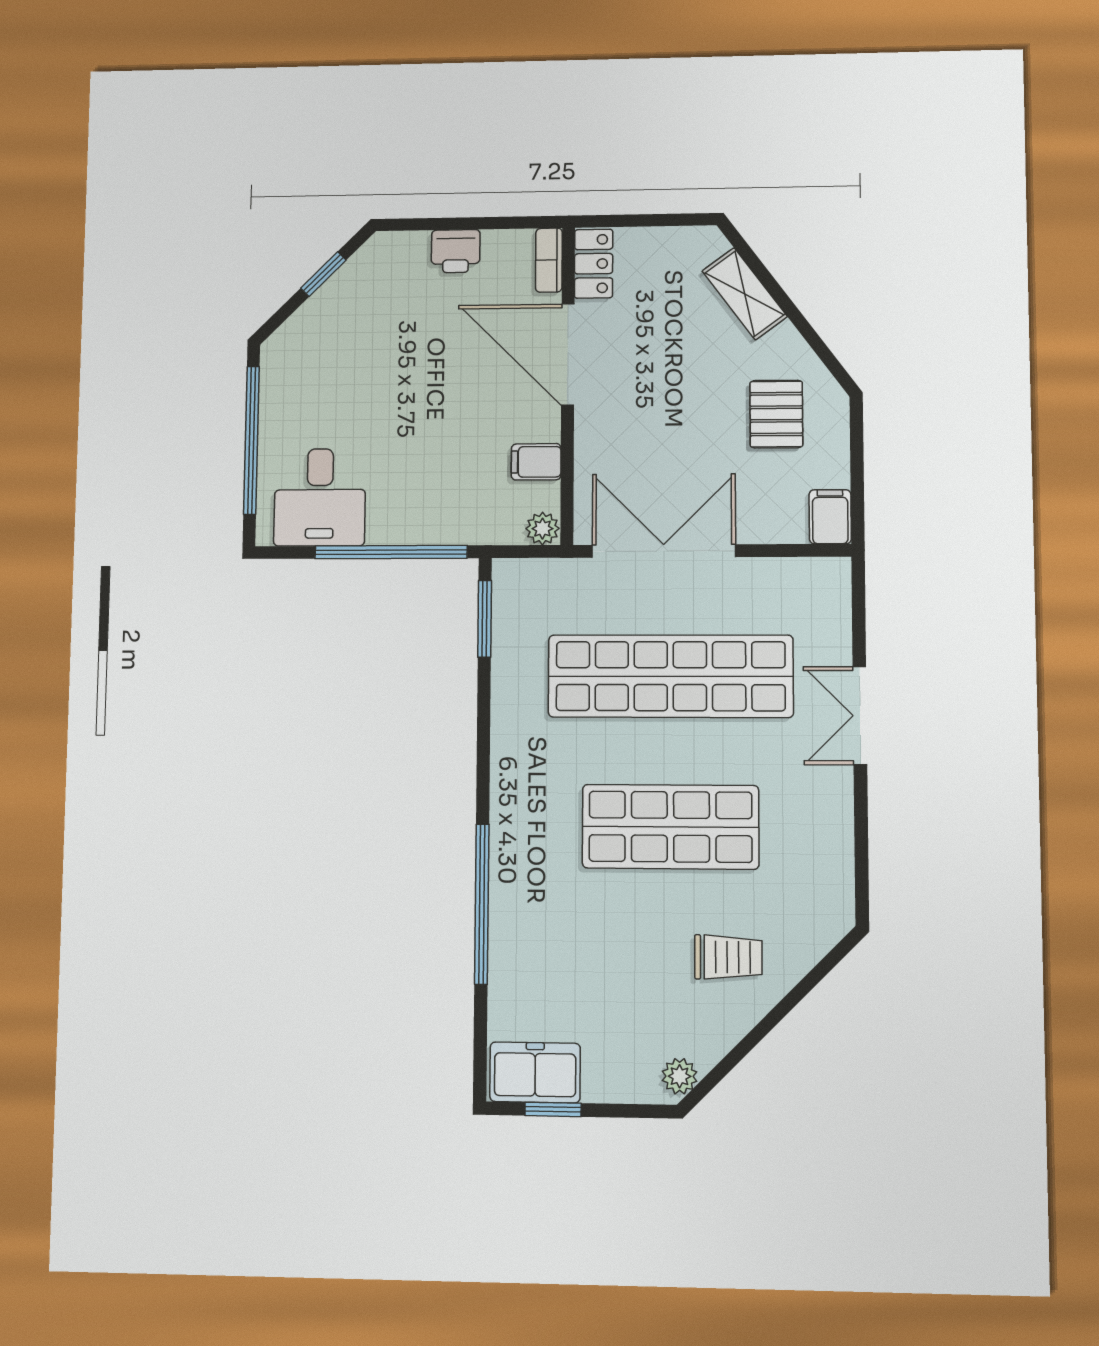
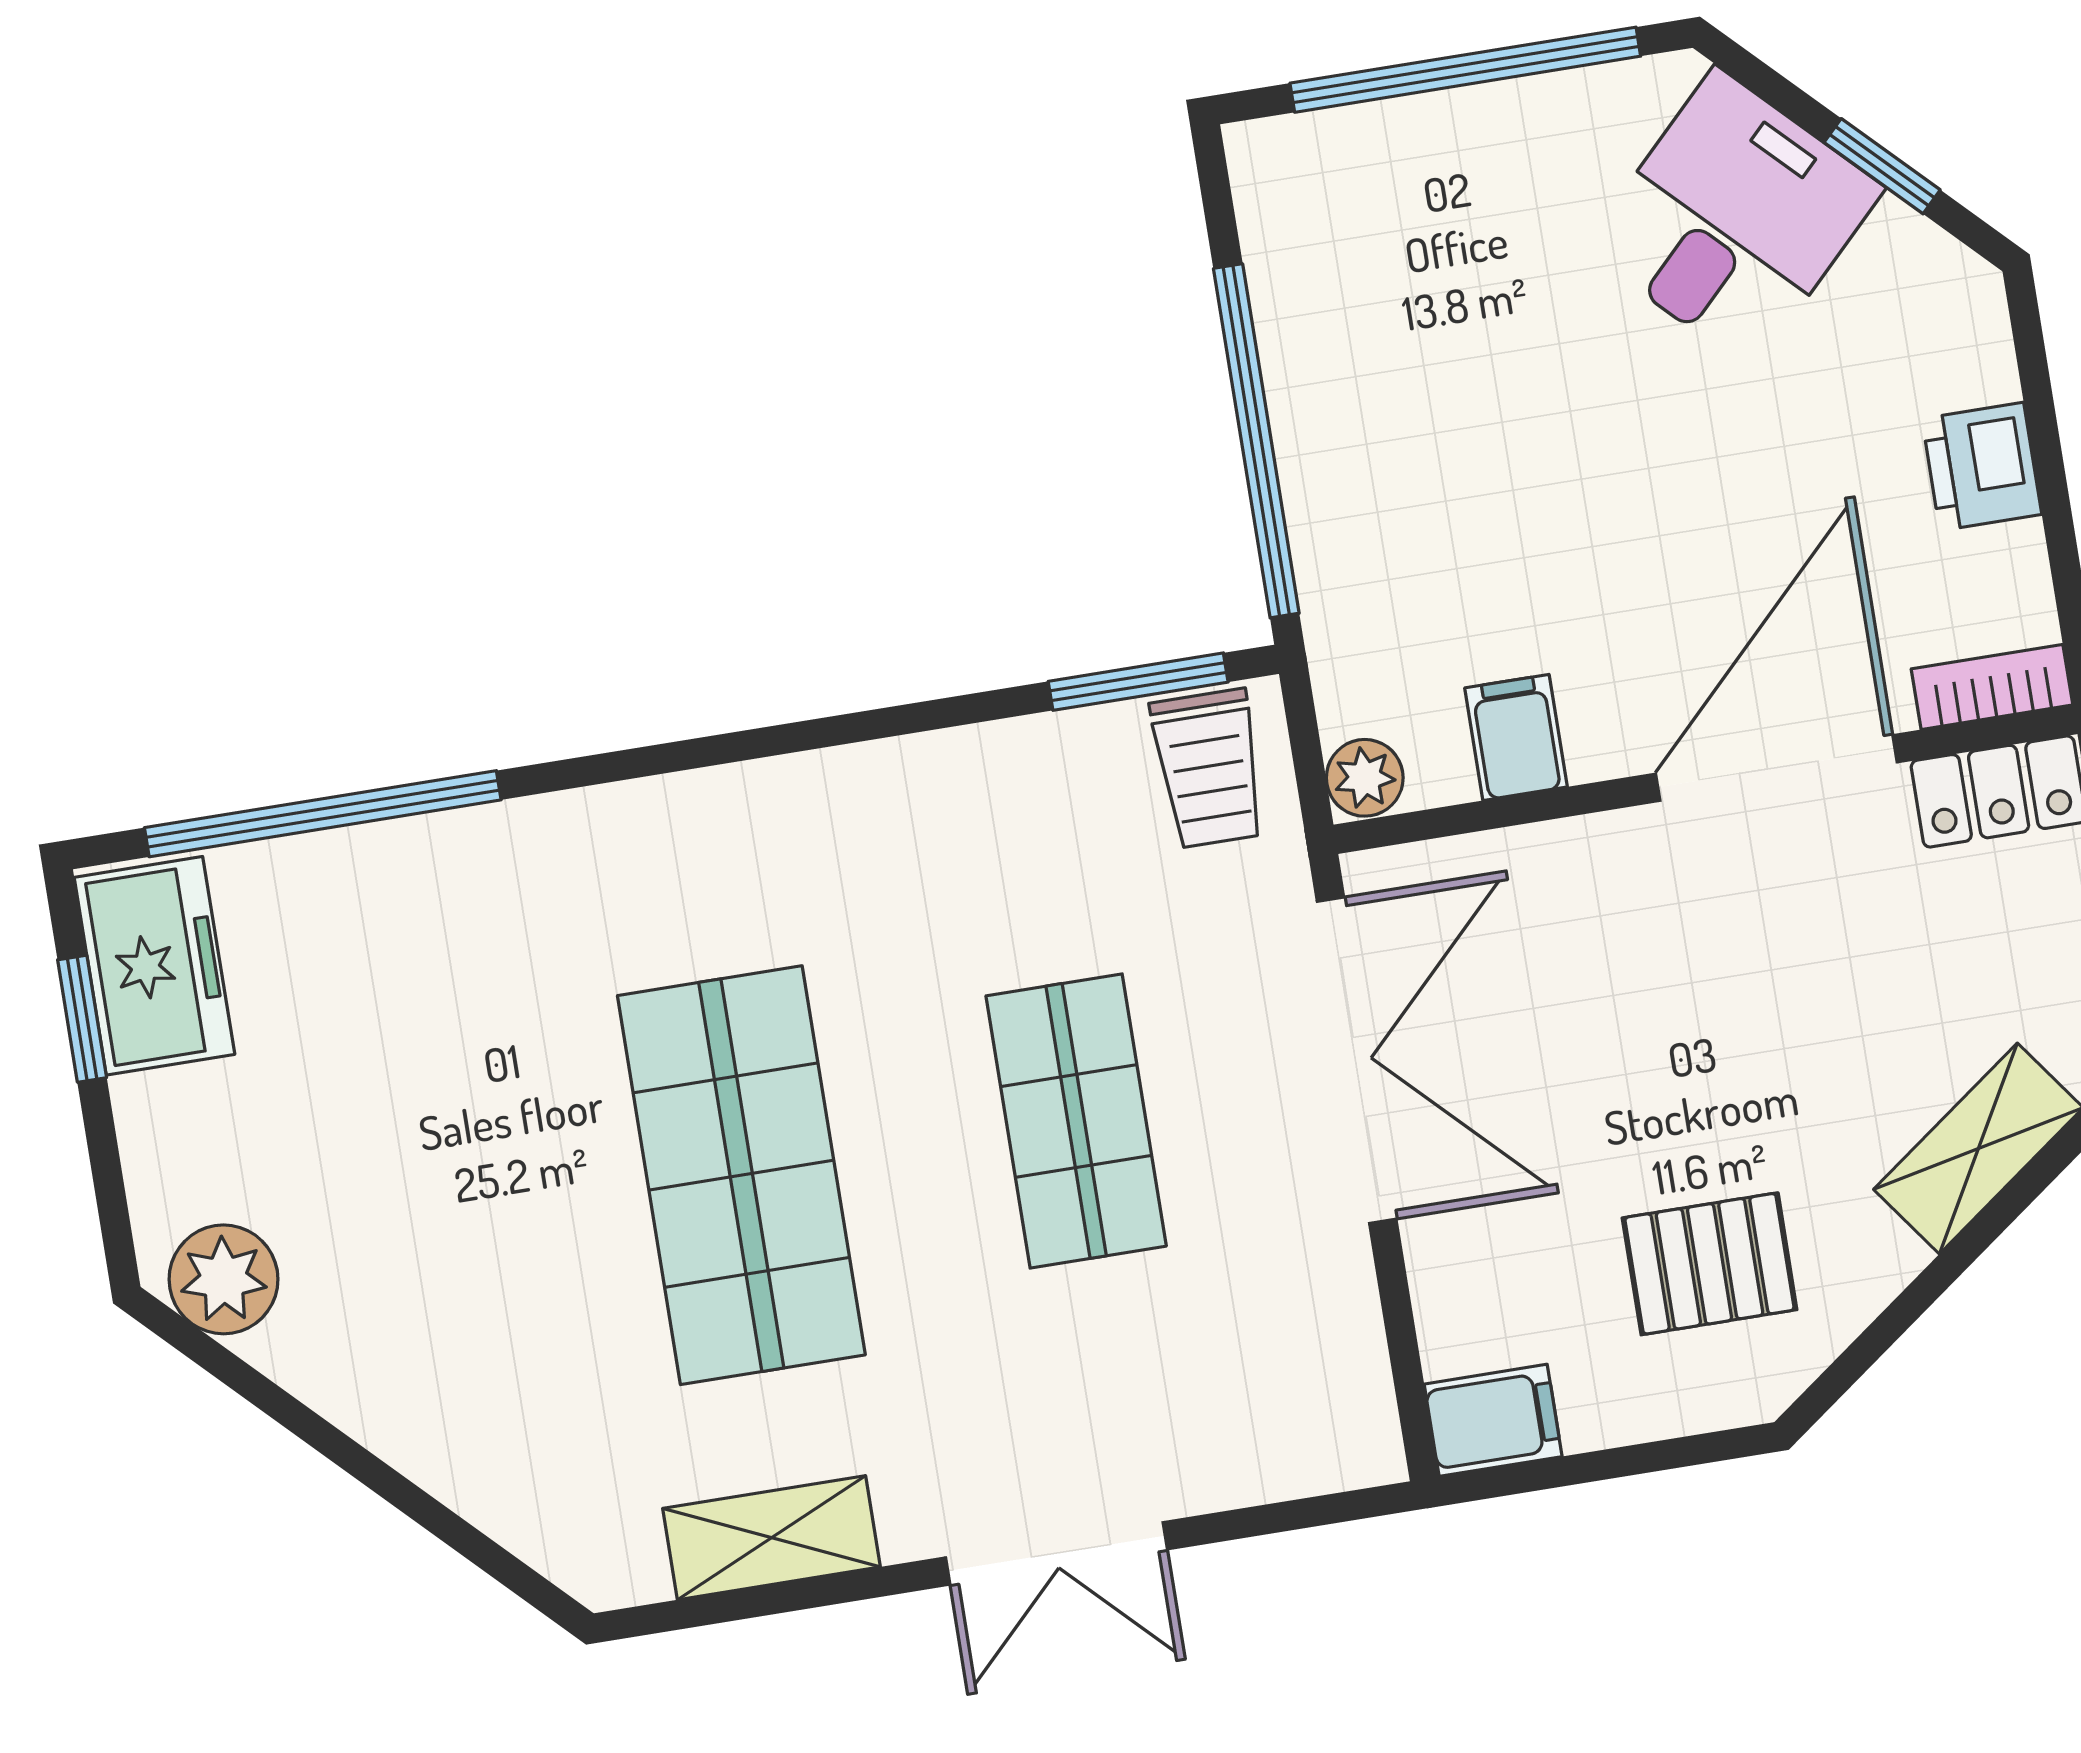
desk: (320, 497) -> (1734, 219), moved, turned 135
shop shelf: (670, 676) -> (1076, 1121), width x0.50, depth x0.74
double door: (860, 716) -> (1057, 1553), swing flipped
shelving: (834, 841) -> (771, 1538), added
window: (482, 904) -> (323, 814), moved
trolley: (728, 957) -> (1209, 768), moved
plant: (680, 1076) -> (224, 1279), width x1.38, depth x1.38

